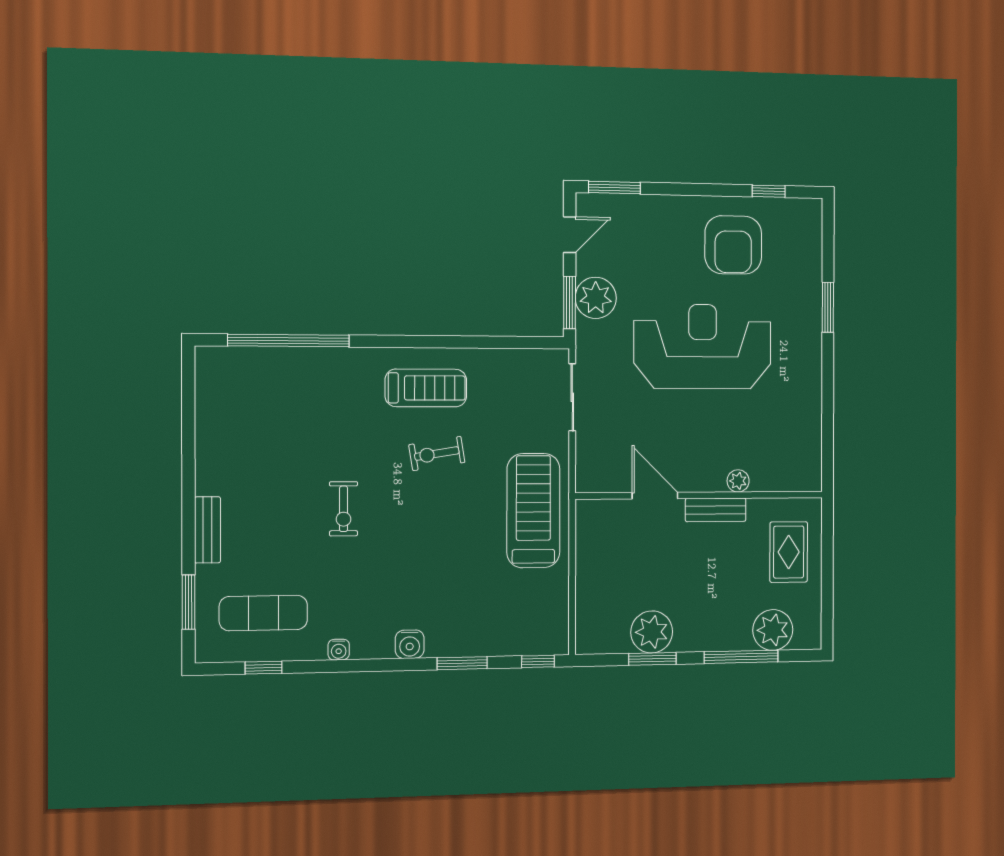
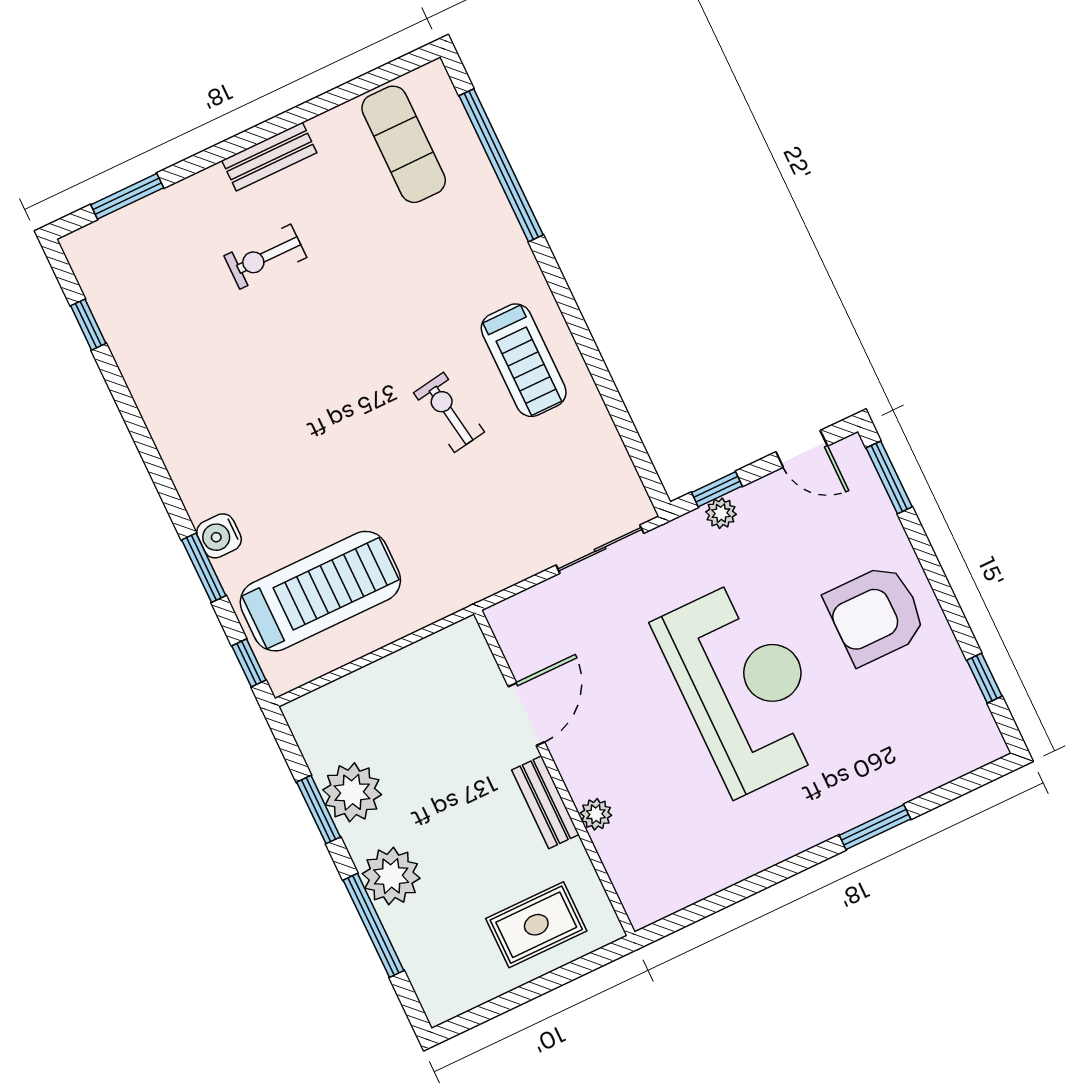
armchair: (733, 245) -> (876, 614), moved
plant: (596, 298) -> (721, 513), width x0.53, depth x0.53
window: (570, 303) -> (717, 489), width x0.67
exercise bike: (344, 509) -> (265, 257), moved
treadmill: (533, 511) -> (320, 591), moved
bench: (207, 530) -> (269, 157), moved
exercise mat: (263, 613) -> (404, 144), moved
plant: (773, 630) -> (391, 876), moved
water cooler: (410, 644) -> (219, 536), moved
water cooler: (339, 650) -> (151, 406), removed

